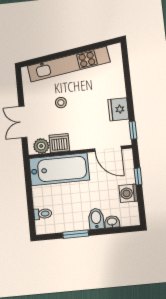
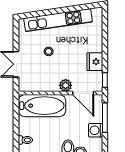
dishwasher: (59, 143) -> (44, 84), removed
plant: (41, 146) -> (66, 85), moved
window: (138, 176) -> (105, 118), width x2.17

